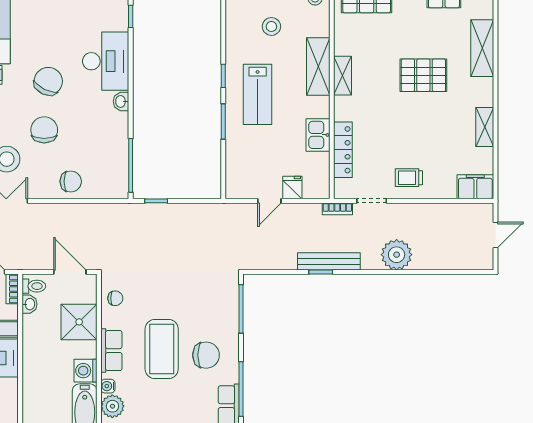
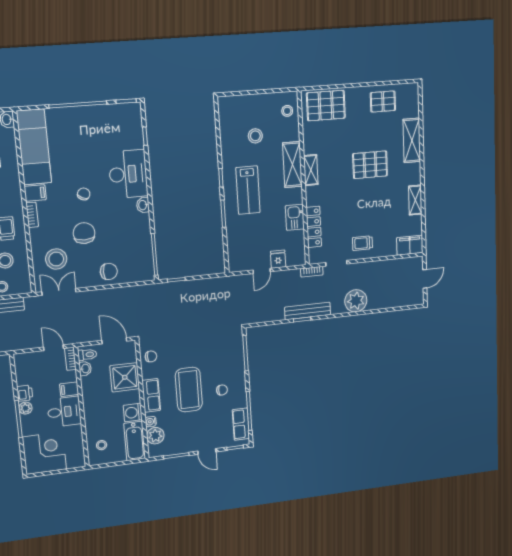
chair: (48, 81) -> (84, 194), width x0.54, depth x0.54
chair: (206, 355) -> (222, 390), width x0.54, depth x0.54
stool: (41, 409) -> (102, 445), added

